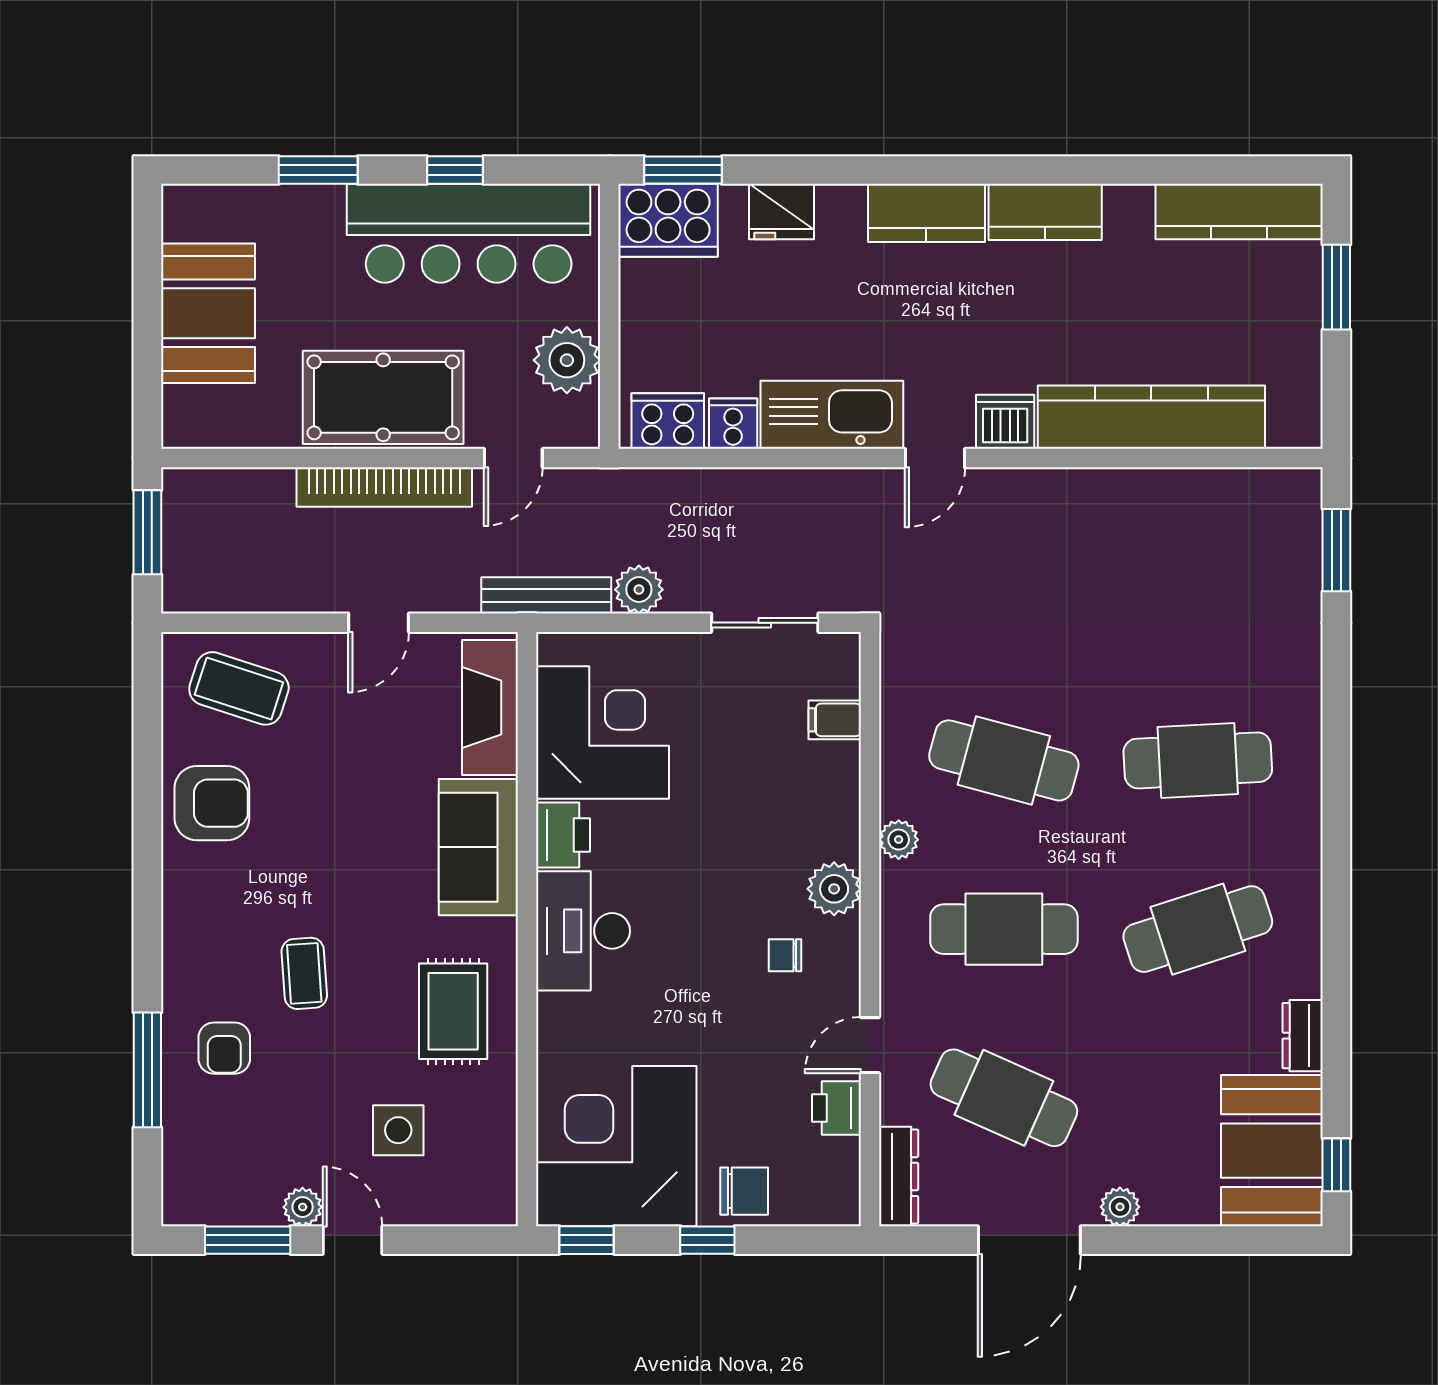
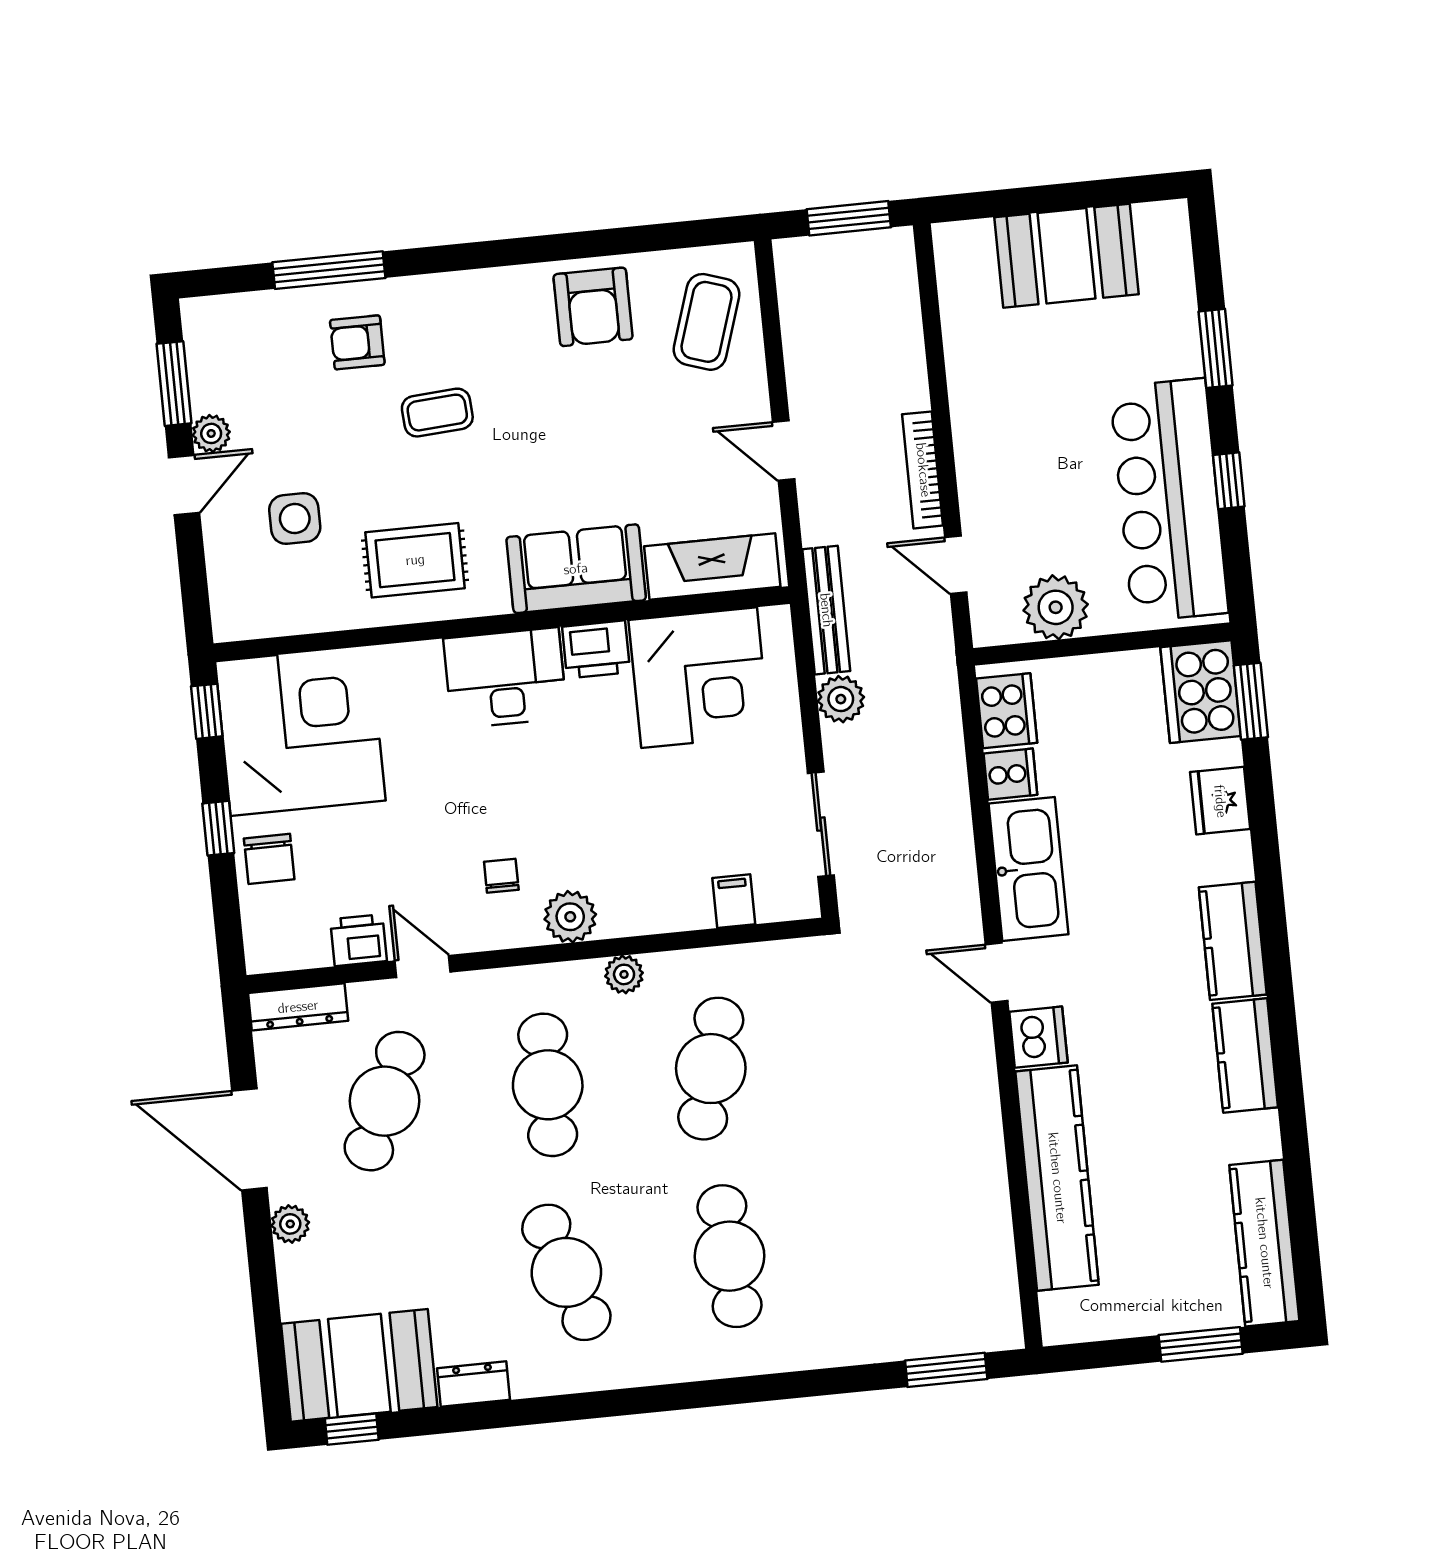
pool table: (383, 397) -> (1002, 433), removed
bookcase: (384, 487) -> (923, 470), width x0.68, depth x0.76

